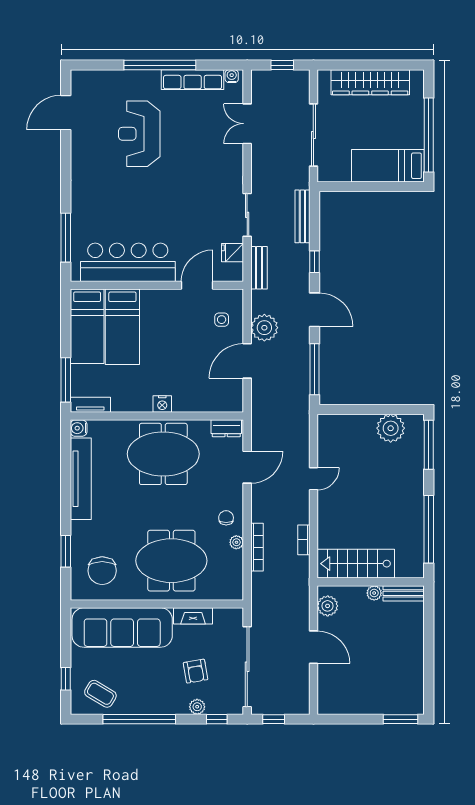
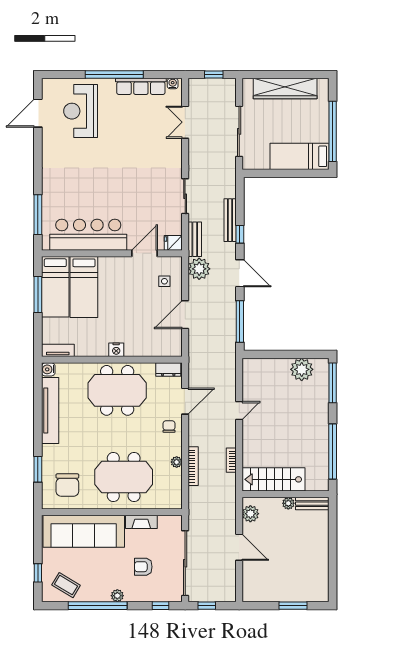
reception desk: (139, 134) -> (81, 111), moved
bench: (302, 216) -> (230, 220), moved
fridge: (232, 253) -> (173, 243), moved
plant: (264, 328) -> (199, 269), moved
window: (66, 380) -> (38, 295), moved
chair: (226, 518) -> (169, 427), moved
armchair: (196, 671) -> (143, 567), turned 100
plant: (197, 707) -> (117, 596), moved
window: (401, 719) -> (293, 606), moved

